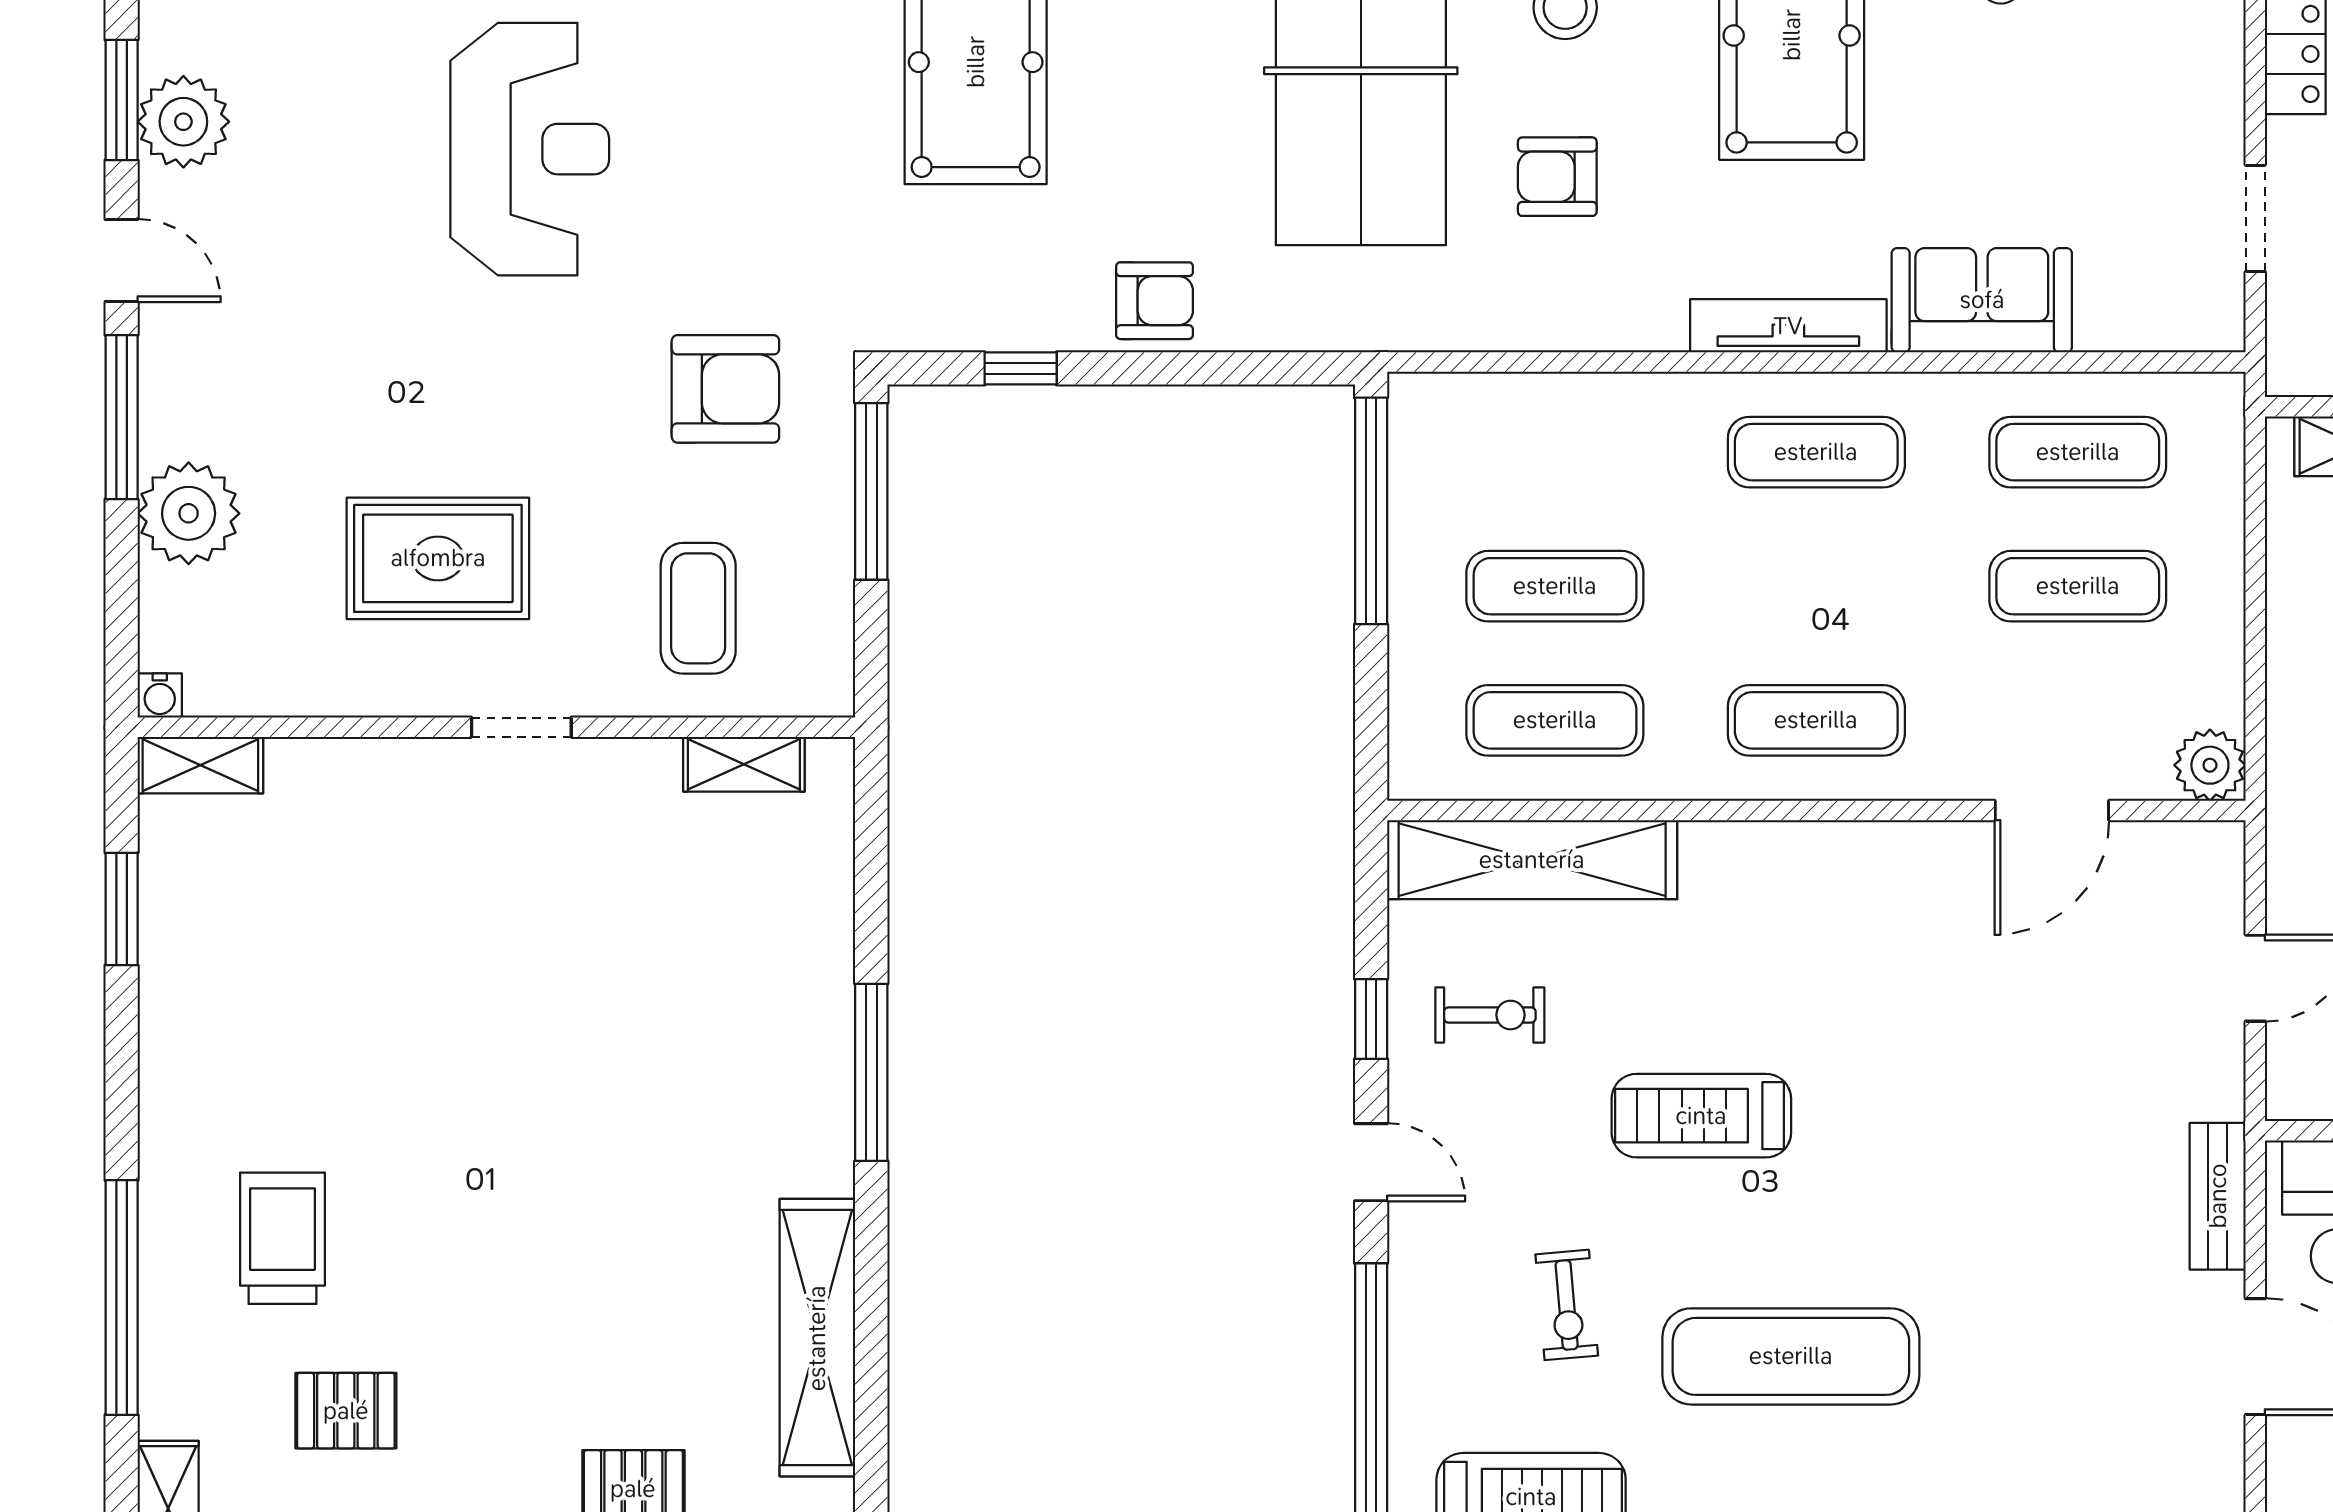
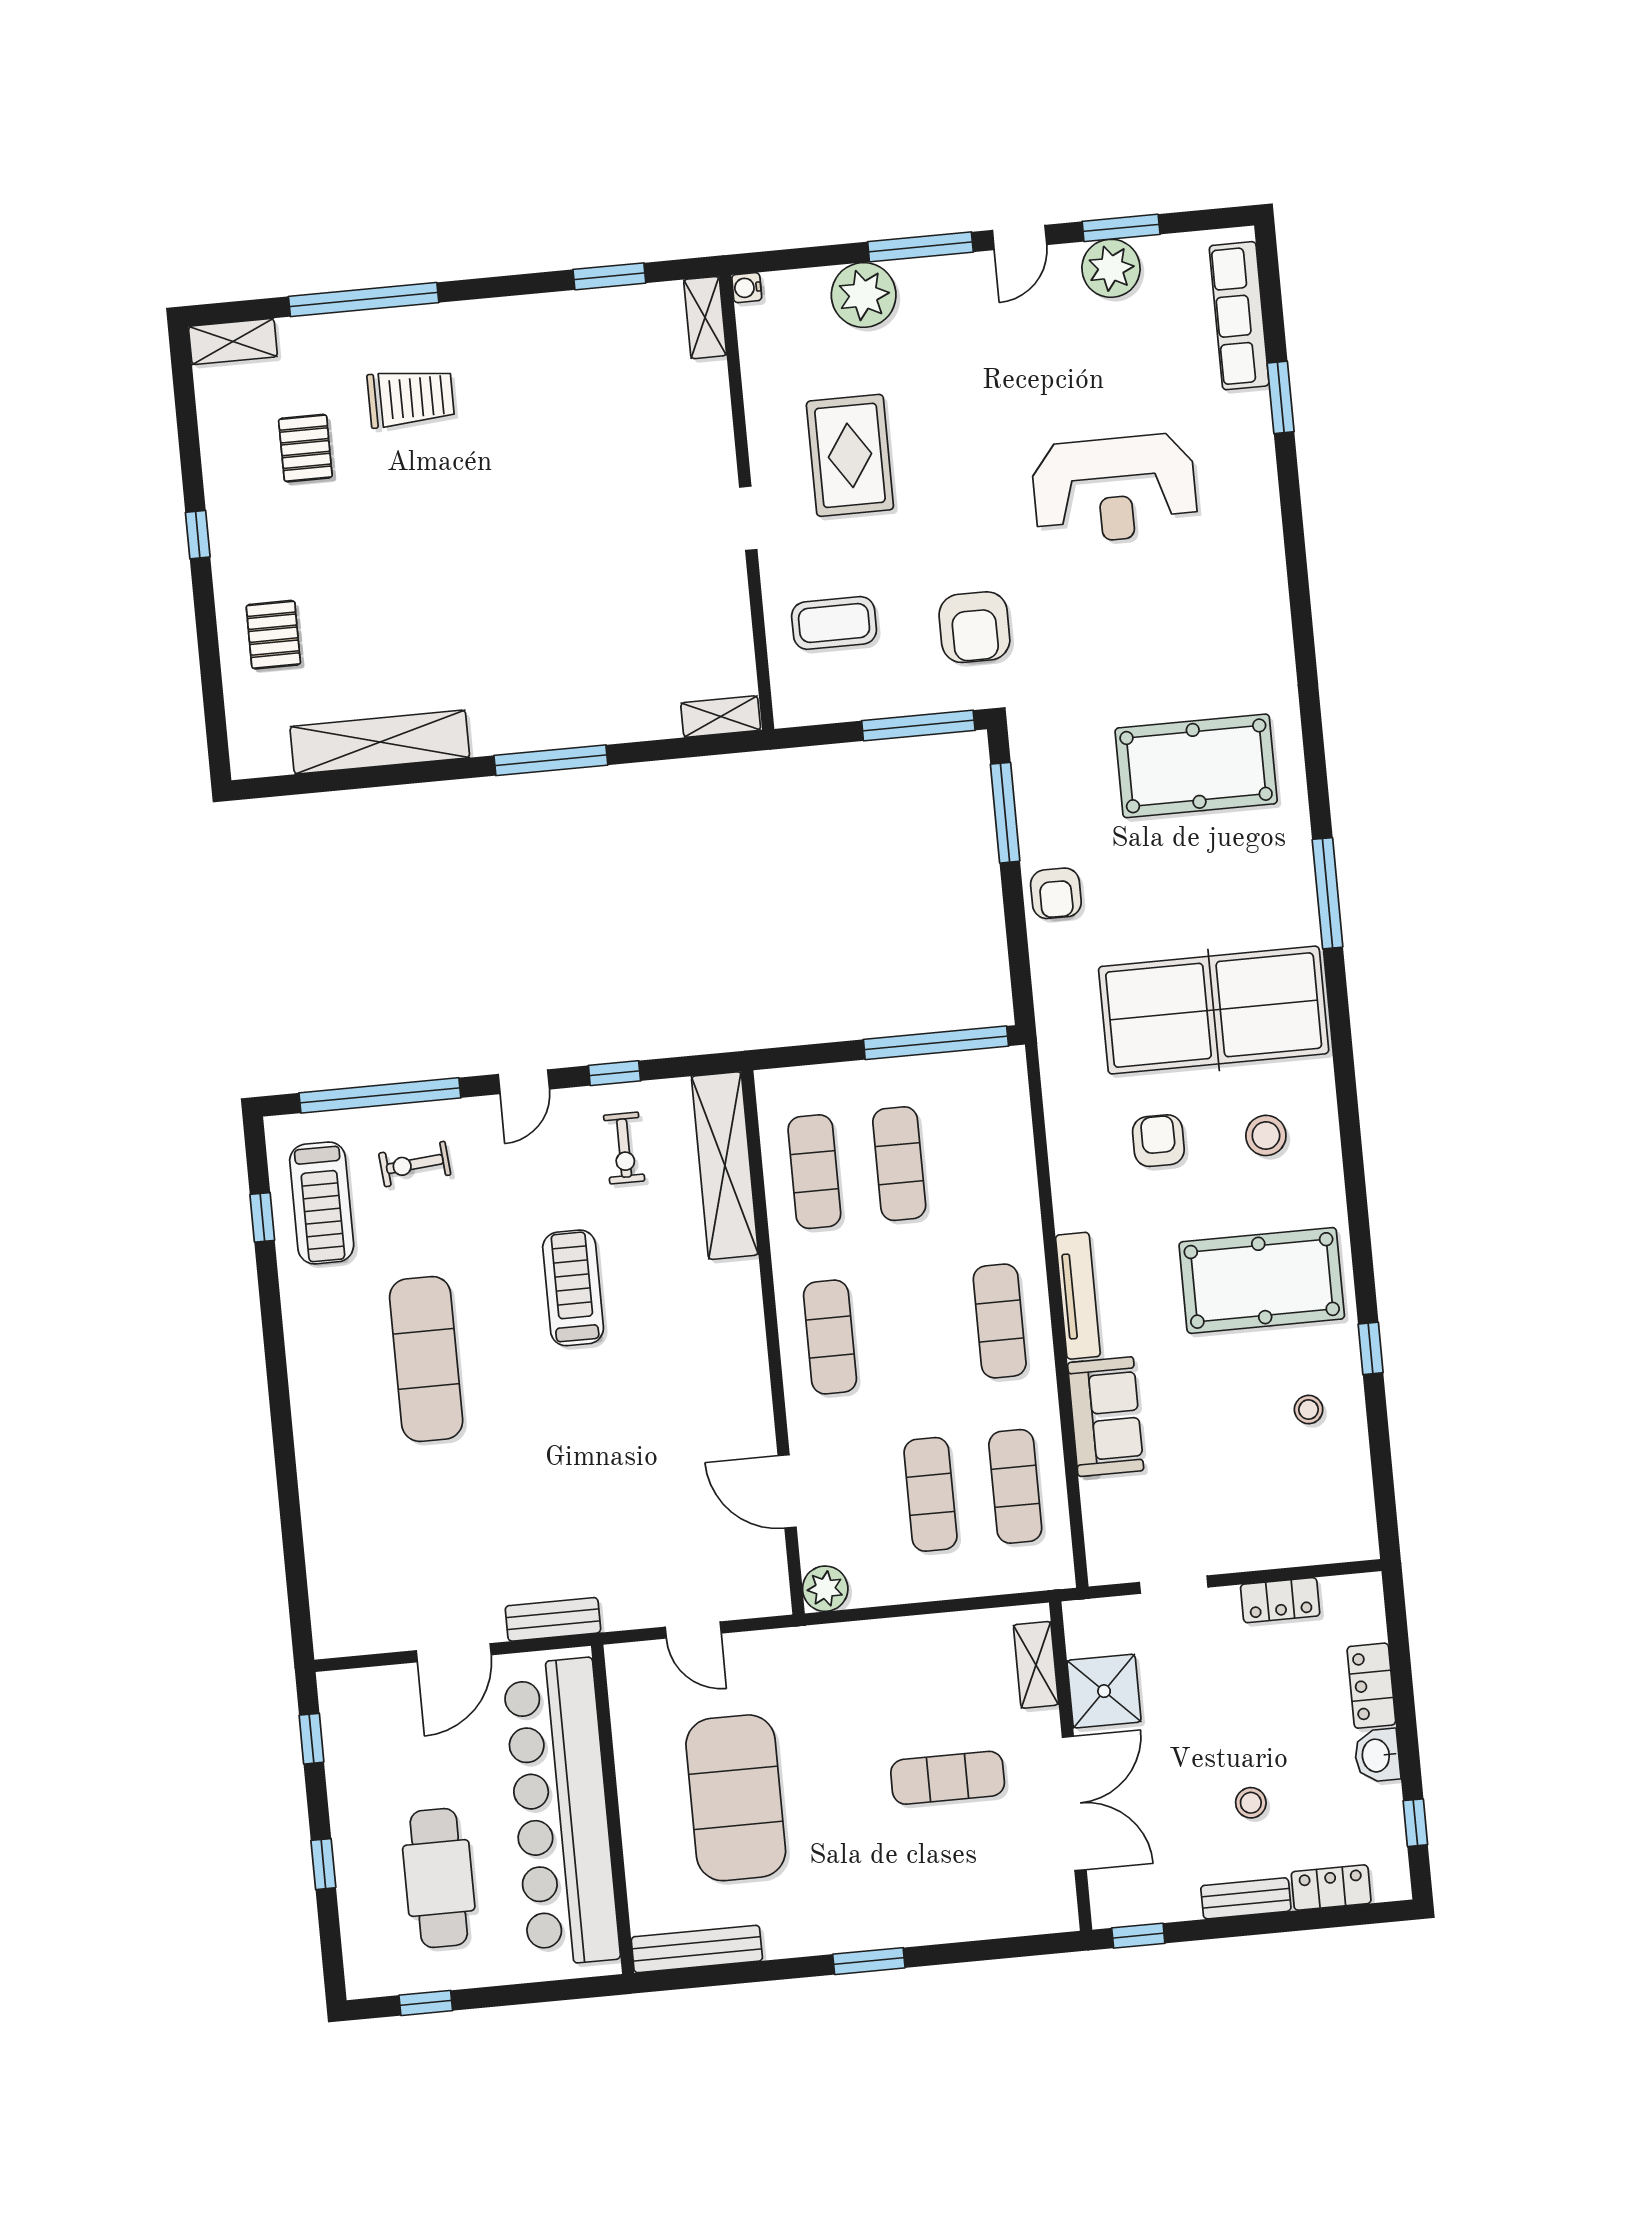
window: (1021, 368) -> (1005, 813), width x2.17
shelving: (744, 764) -> (721, 716), moved, turned 90
exercise bike: (1567, 1305) -> (415, 1164), moved

